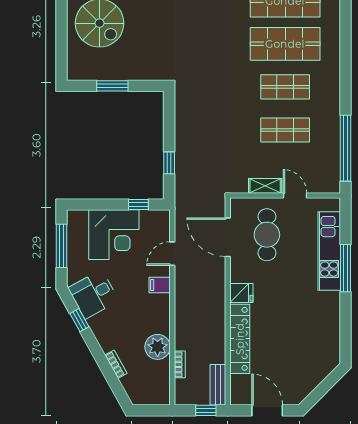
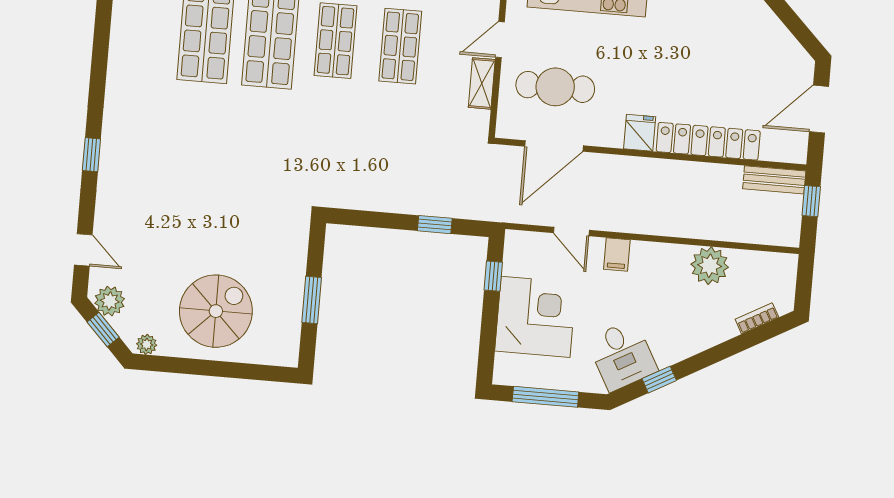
bookcase: (116, 364) -> (757, 318), moved
bookcase: (180, 364) -> (739, 235), removed

